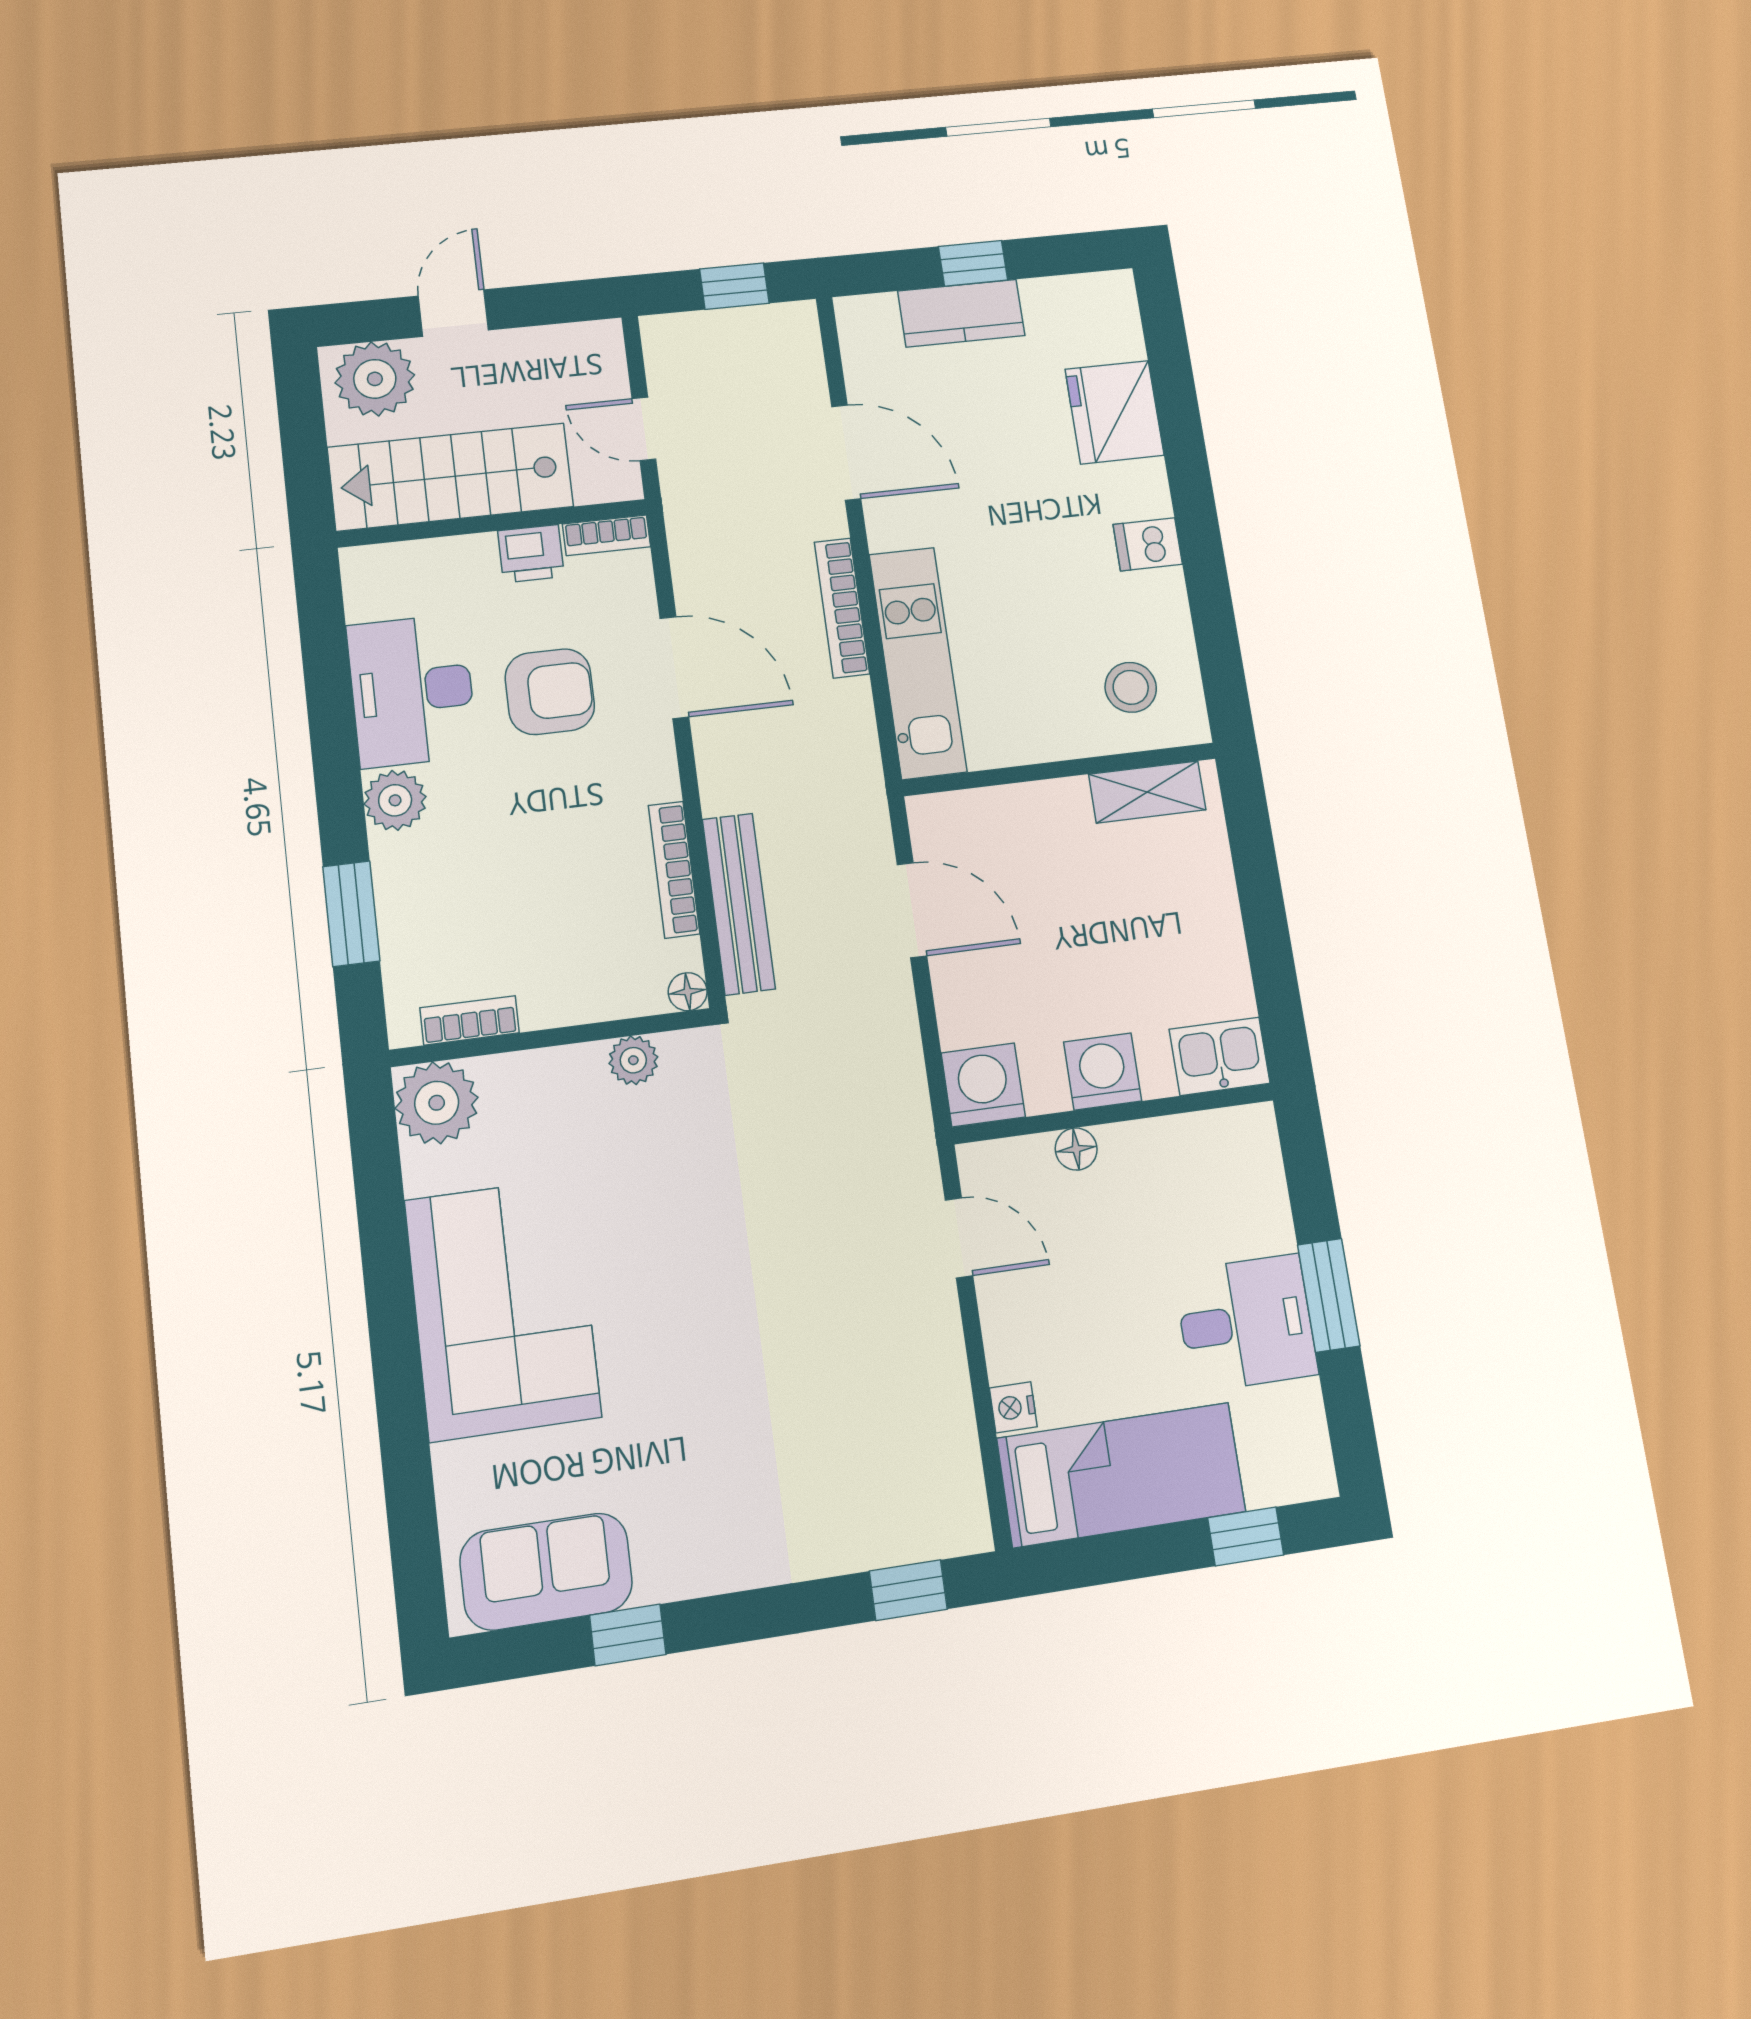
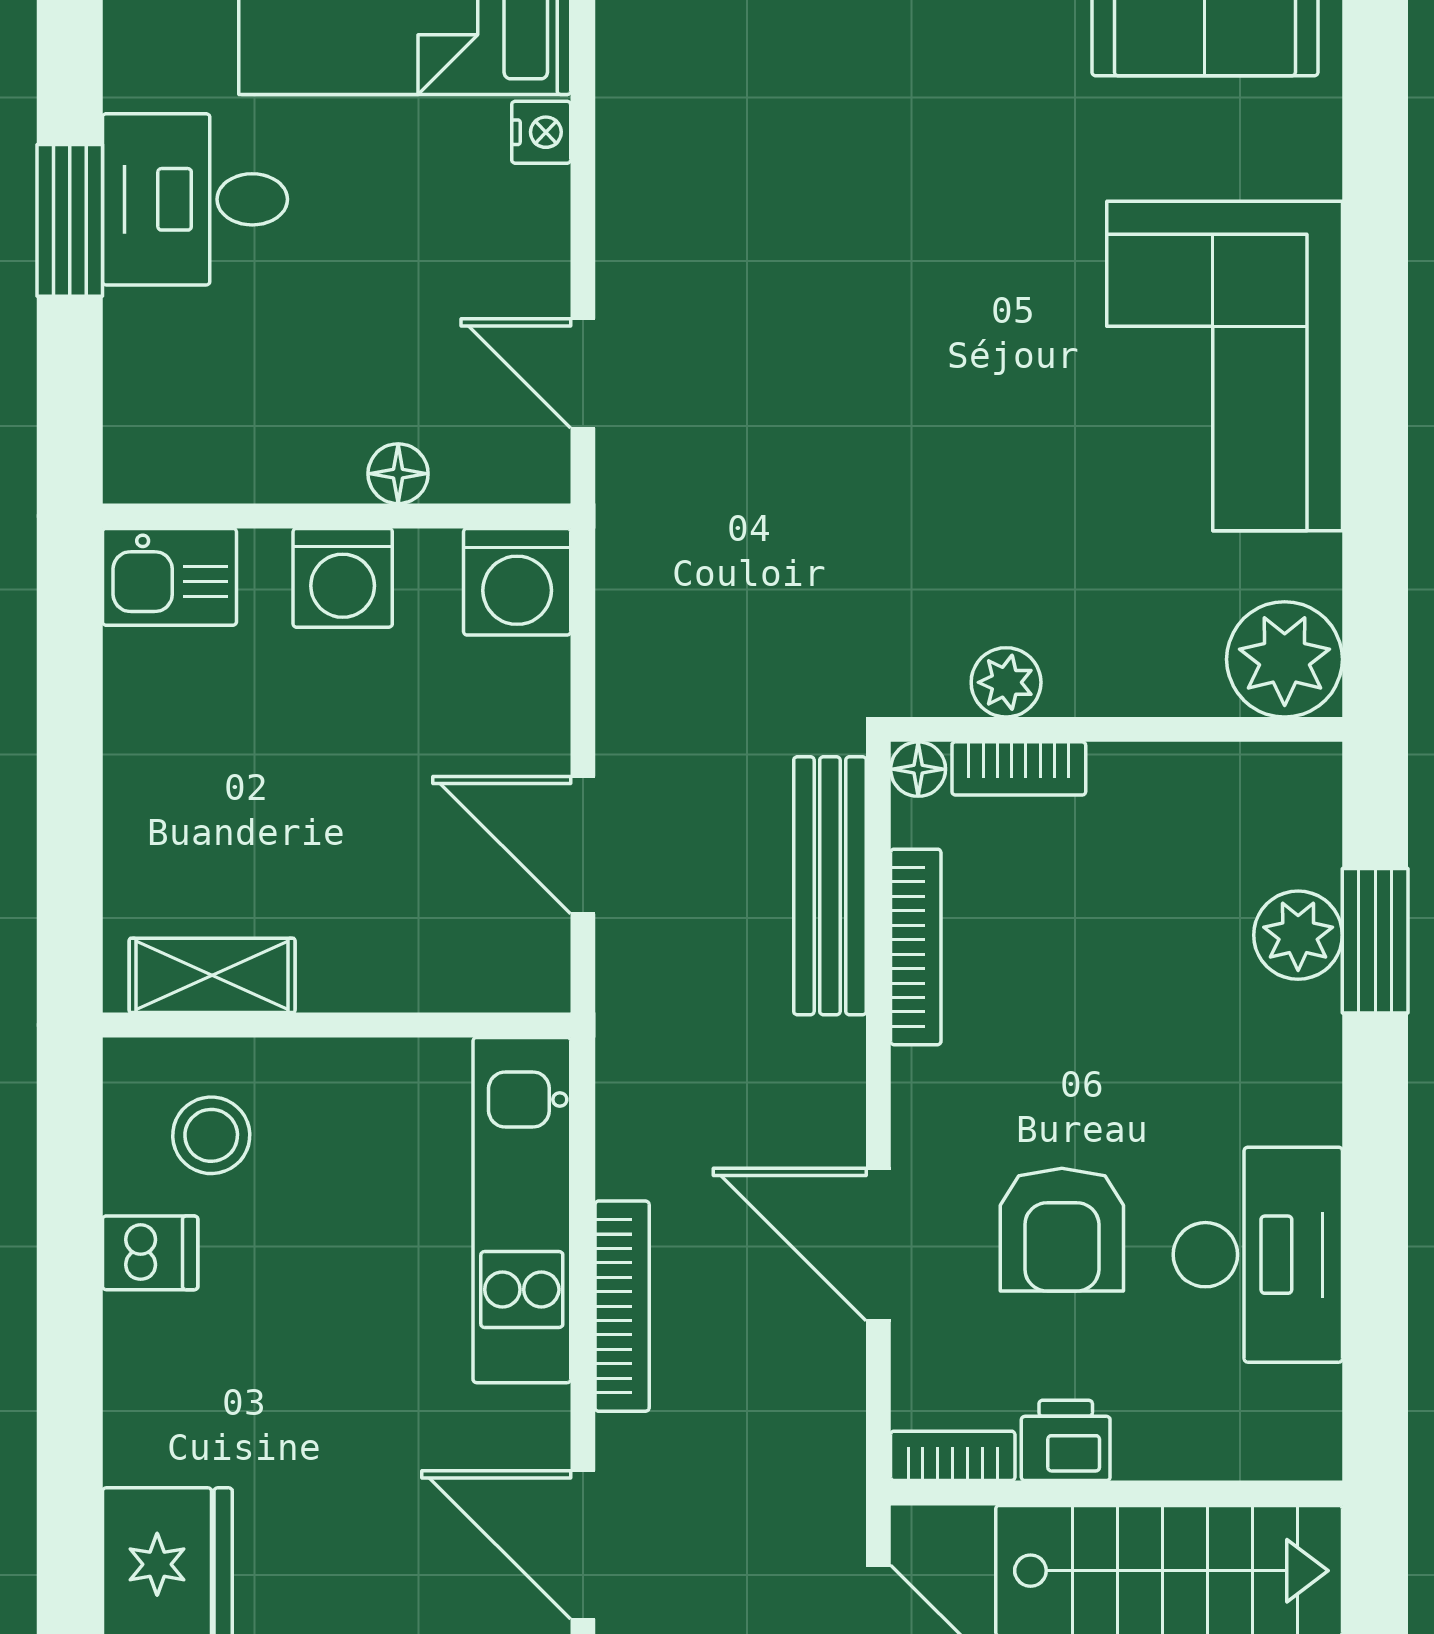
dishwasher: (1148, 544) -> (150, 1253), moved
armchair: (550, 692) -> (1062, 1230), turned -90
plant: (395, 800) -> (1298, 935), moved
bookcase: (470, 1020) -> (1019, 768), moved

